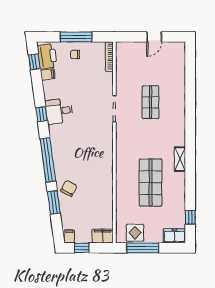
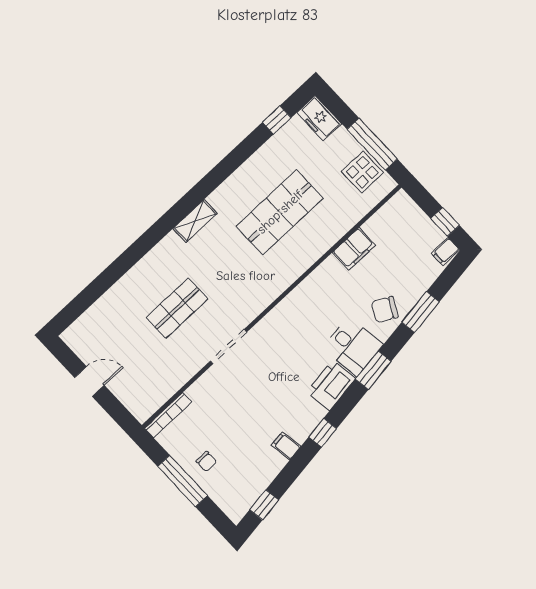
printer: (47, 56) -> (331, 385), moved
filing cabinet: (48, 74) -> (286, 446), moved
desk: (59, 111) -> (353, 346), moved
shelving: (180, 159) -> (195, 221), moved
window: (48, 160) -> (373, 370), width x0.47
filing cabinet: (103, 236) -> (354, 249), moved, turned -90

